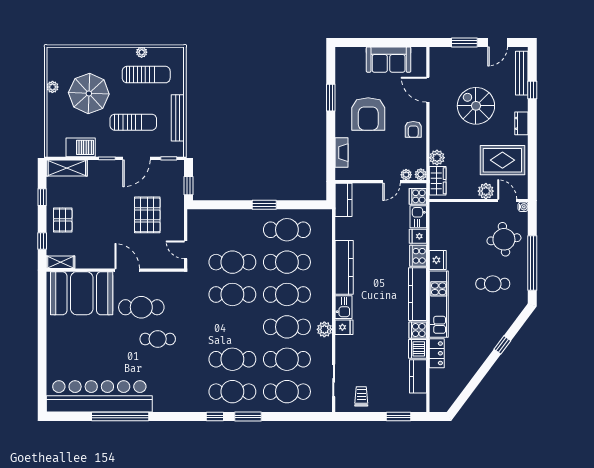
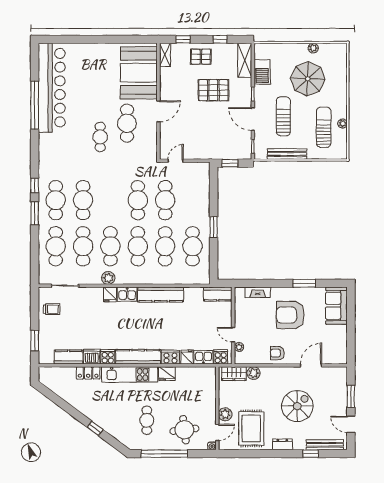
sofa: (389, 60) -> (336, 306), moved
sun lounger: (146, 75) -> (324, 127), turned 180
sun lounger: (133, 122) -> (283, 116), turned 180
plant: (421, 174) -> (239, 359), removed
pallet: (147, 215) -> (213, 90), moved

